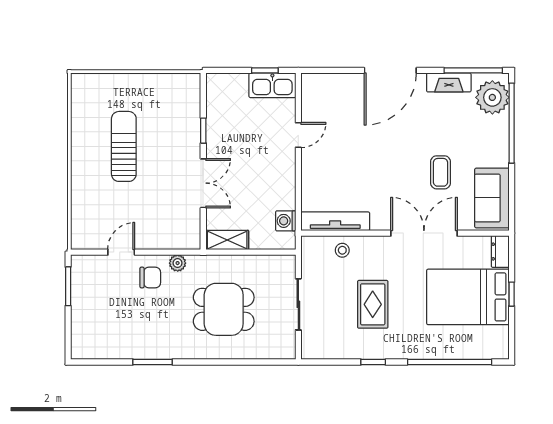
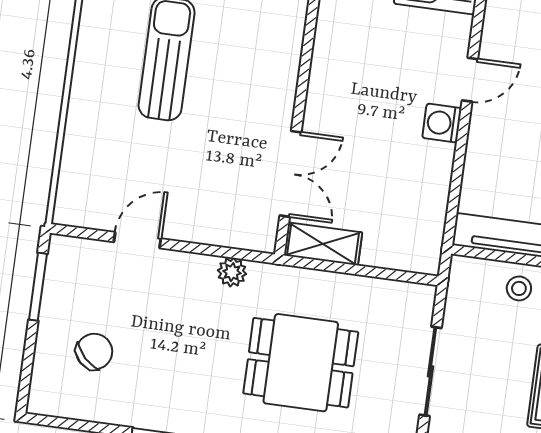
window: (203, 131) -> (307, 50), removed
double door: (203, 183) -> (290, 174), moved
washing machine: (286, 221) -> (442, 123), moved
chair: (150, 277) -> (94, 352), moved, turned -45

